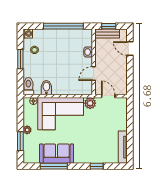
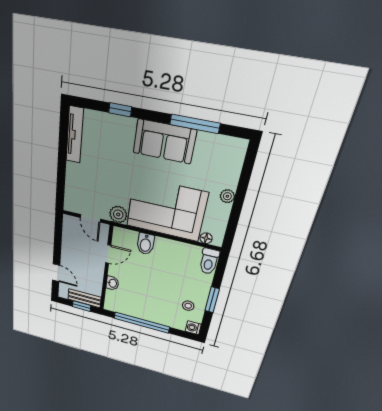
bidet: (46, 88) -> (146, 244), moved
window: (20, 141) -> (244, 180), removed
sofa: (57, 154) -> (164, 141), moved

